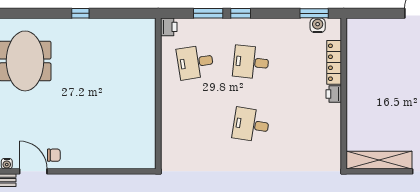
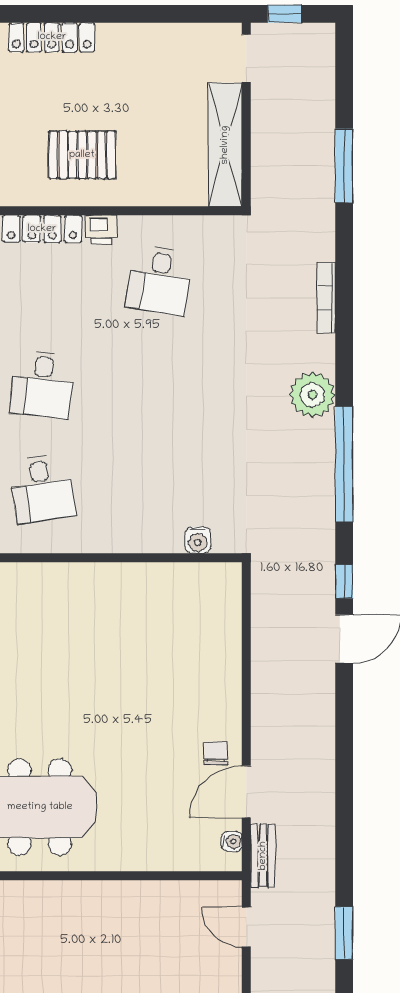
pallet: (374, 84) -> (82, 155), added
desk: (251, 125) -> (159, 280), moved
water cooler: (168, 145) -> (198, 540), added

